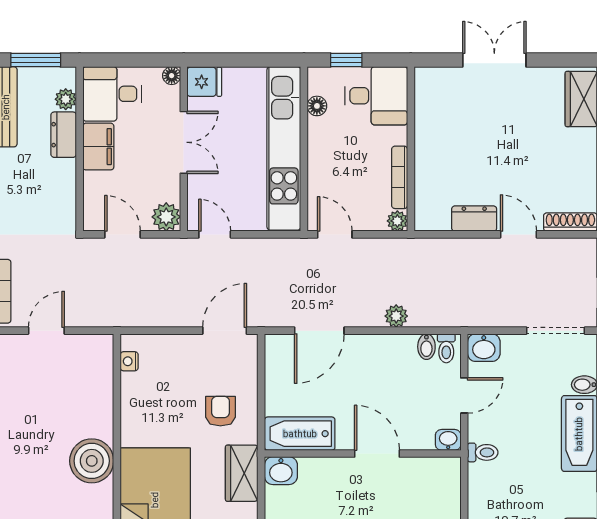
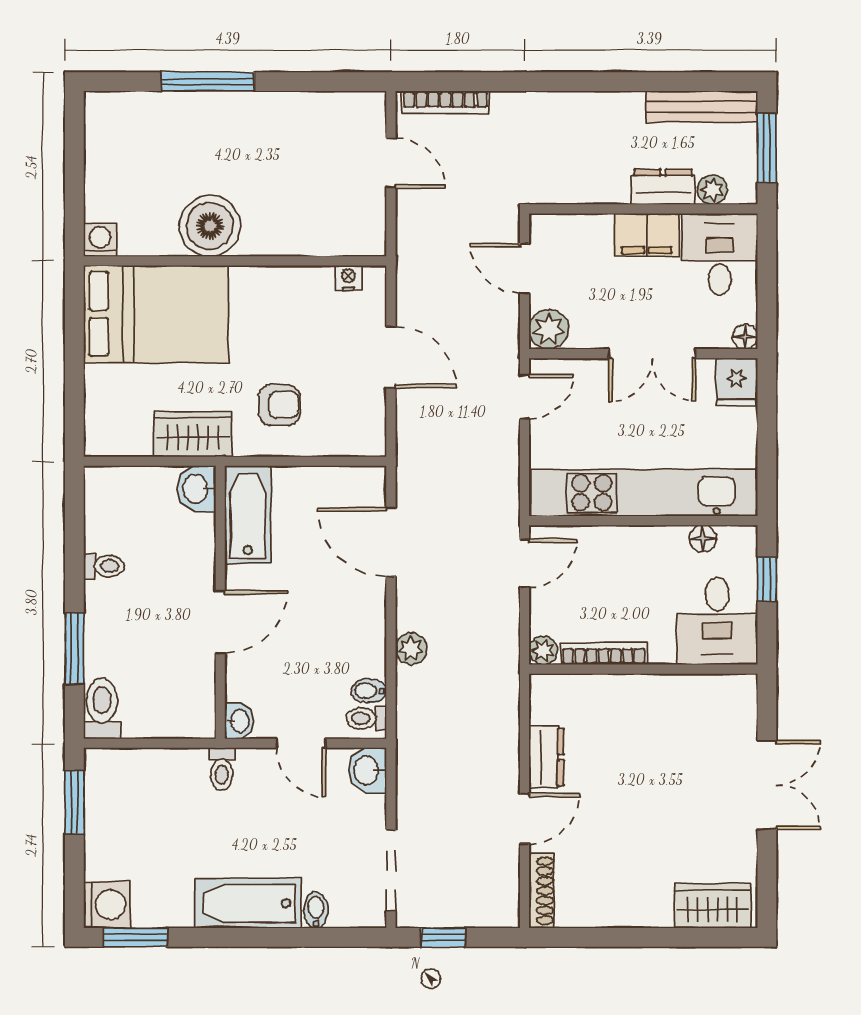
door: (123, 234) -> (524, 269), swing flipped
door: (225, 331) -> (391, 357), moved

